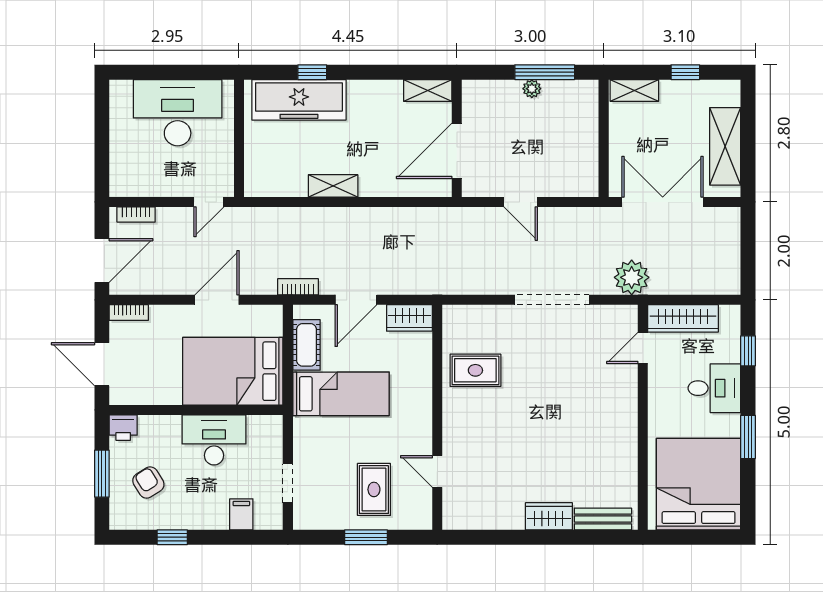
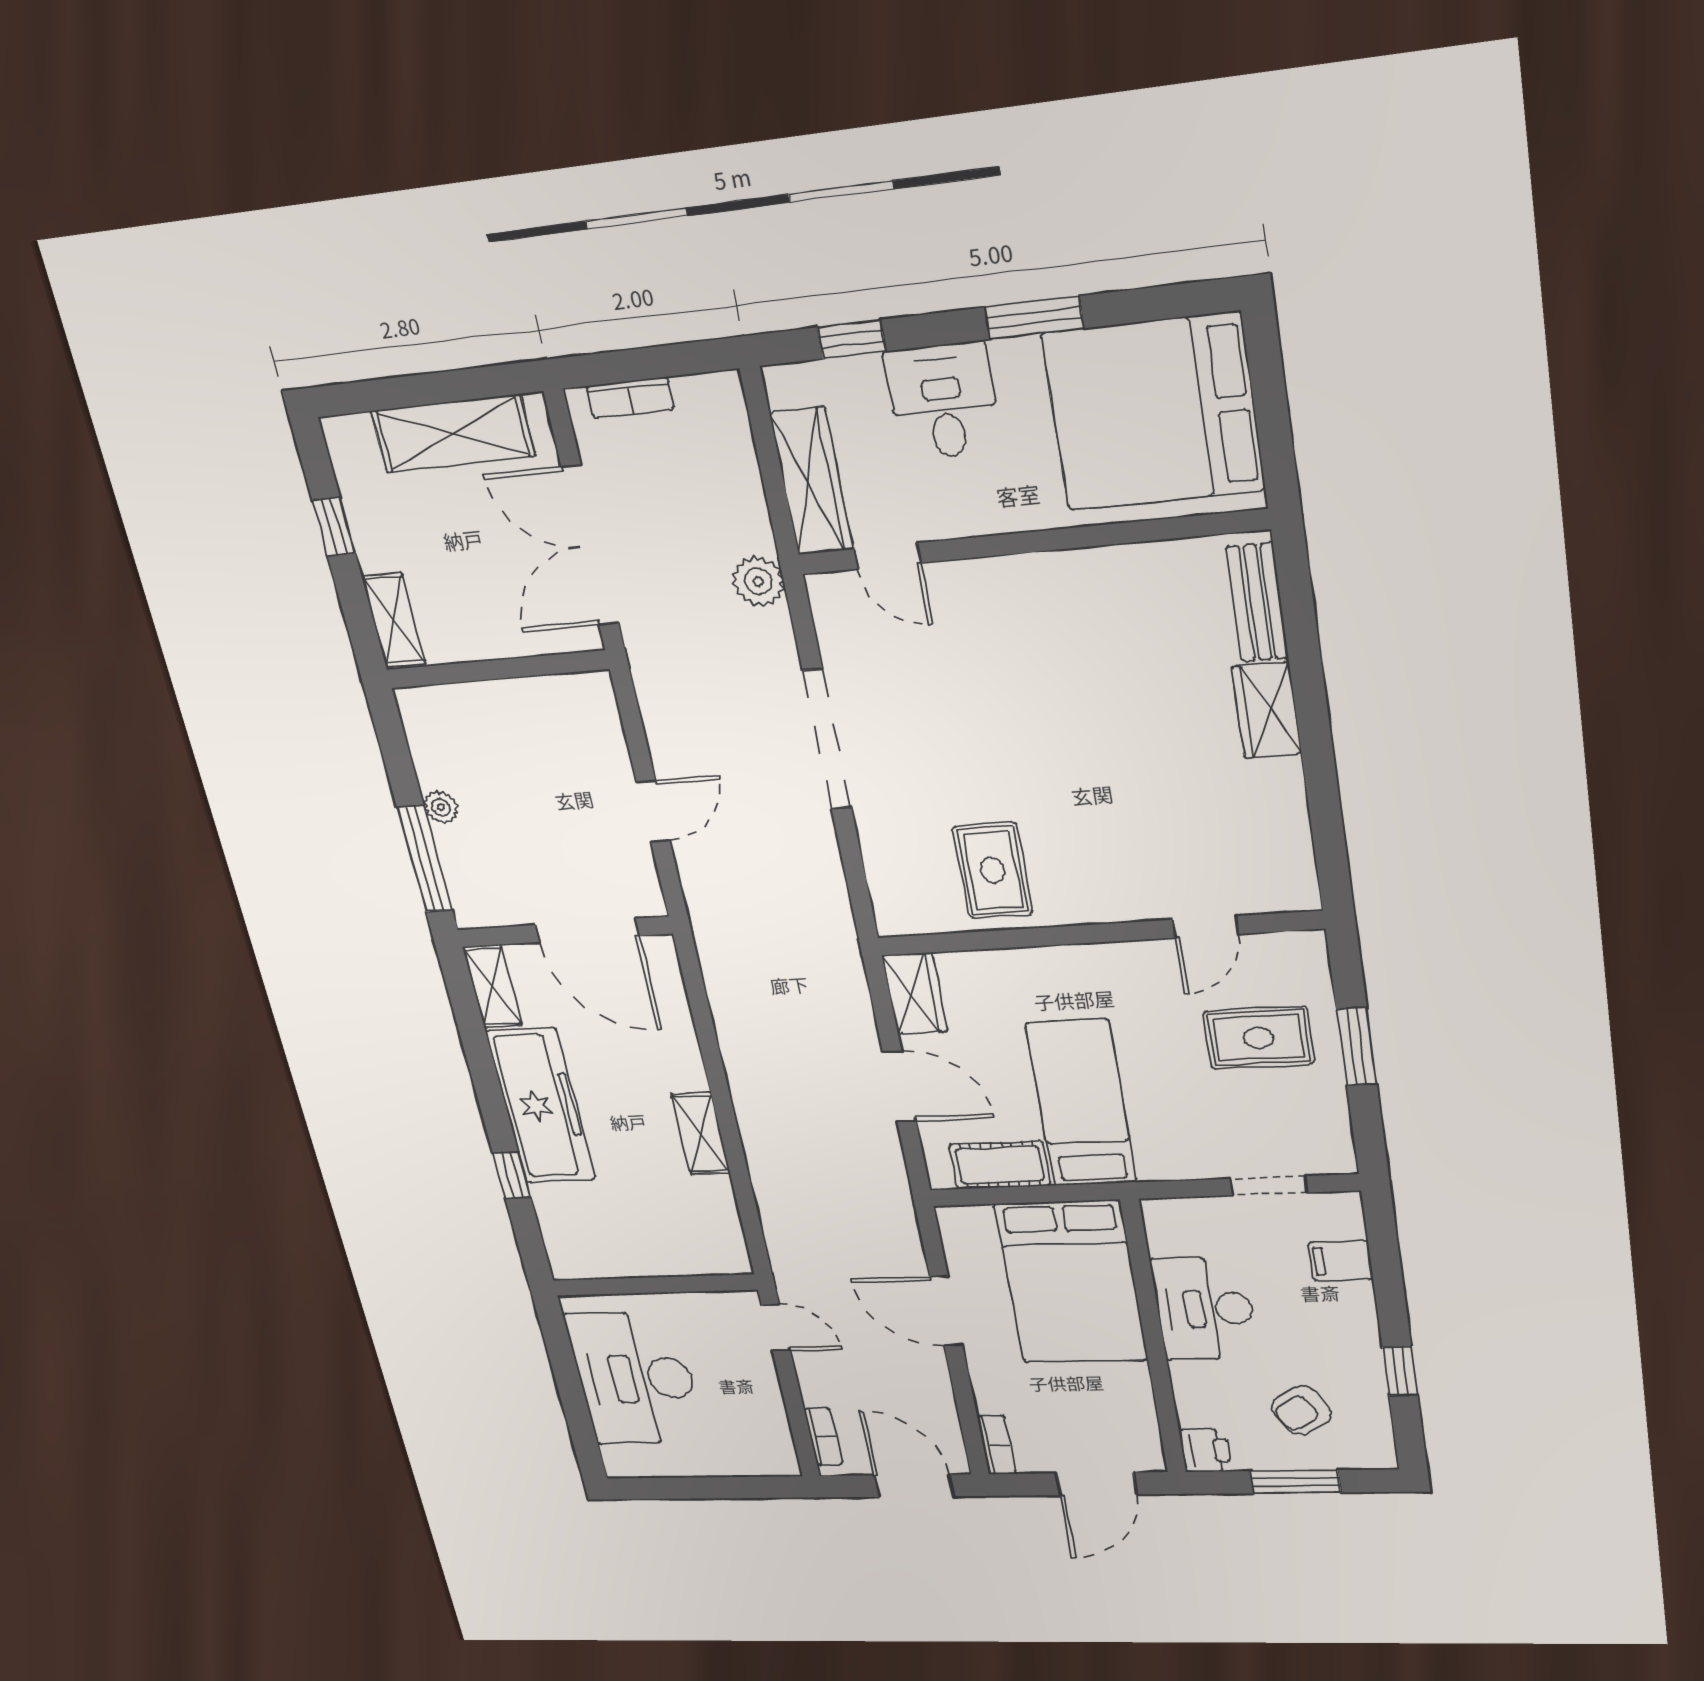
window: (545, 72) -> (425, 859), moved
freezer: (299, 100) -> (541, 1106), moved
plant: (632, 277) -> (758, 581), width x0.73, depth x0.73
bookcase: (298, 287) -> (630, 398), moved, turned -90

